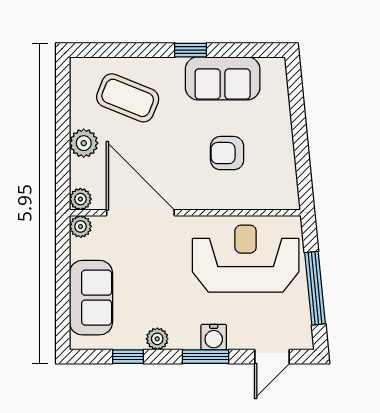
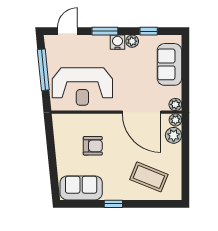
sofa: (223, 78) -> (81, 188), moved
plant: (84, 143) -> (174, 135), moved
water cooler: (214, 337) -> (118, 42), moved

